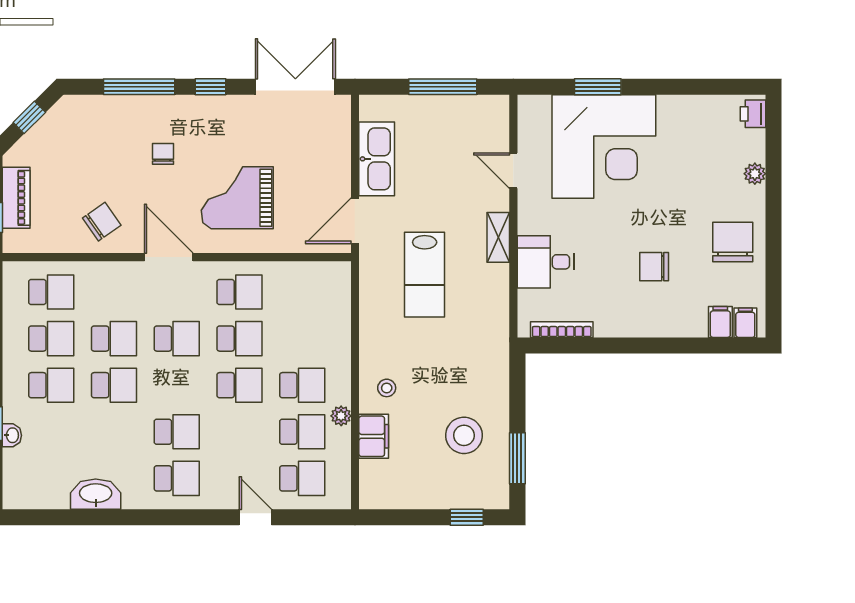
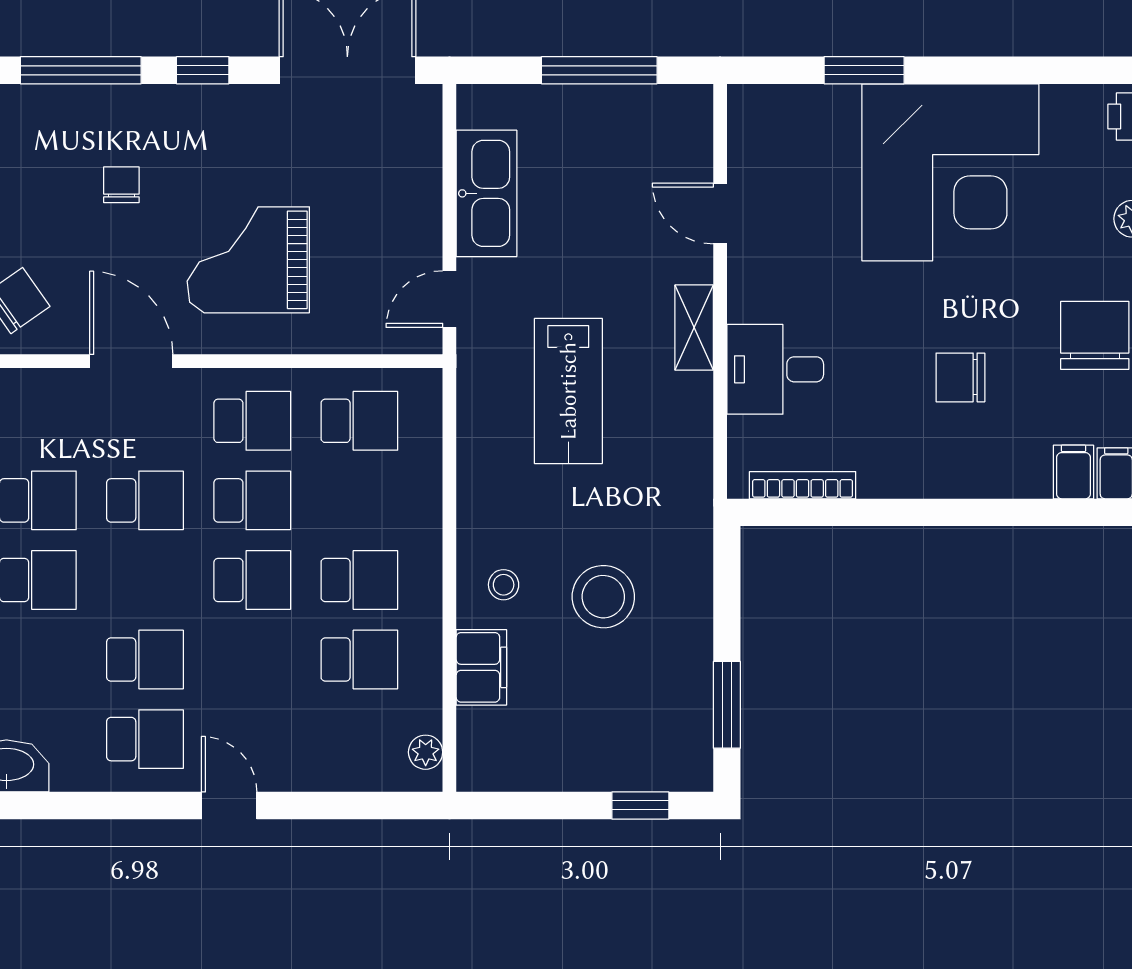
corner desk: (604, 147) -> (950, 172), moved
door: (355, 221) -> (449, 299), width x0.73
plant: (341, 416) -> (426, 752), moved
stool: (464, 435) -> (603, 597), moved
school desk: (302, 478) -> (359, 421), moved
door: (255, 517) -> (229, 805), moved

